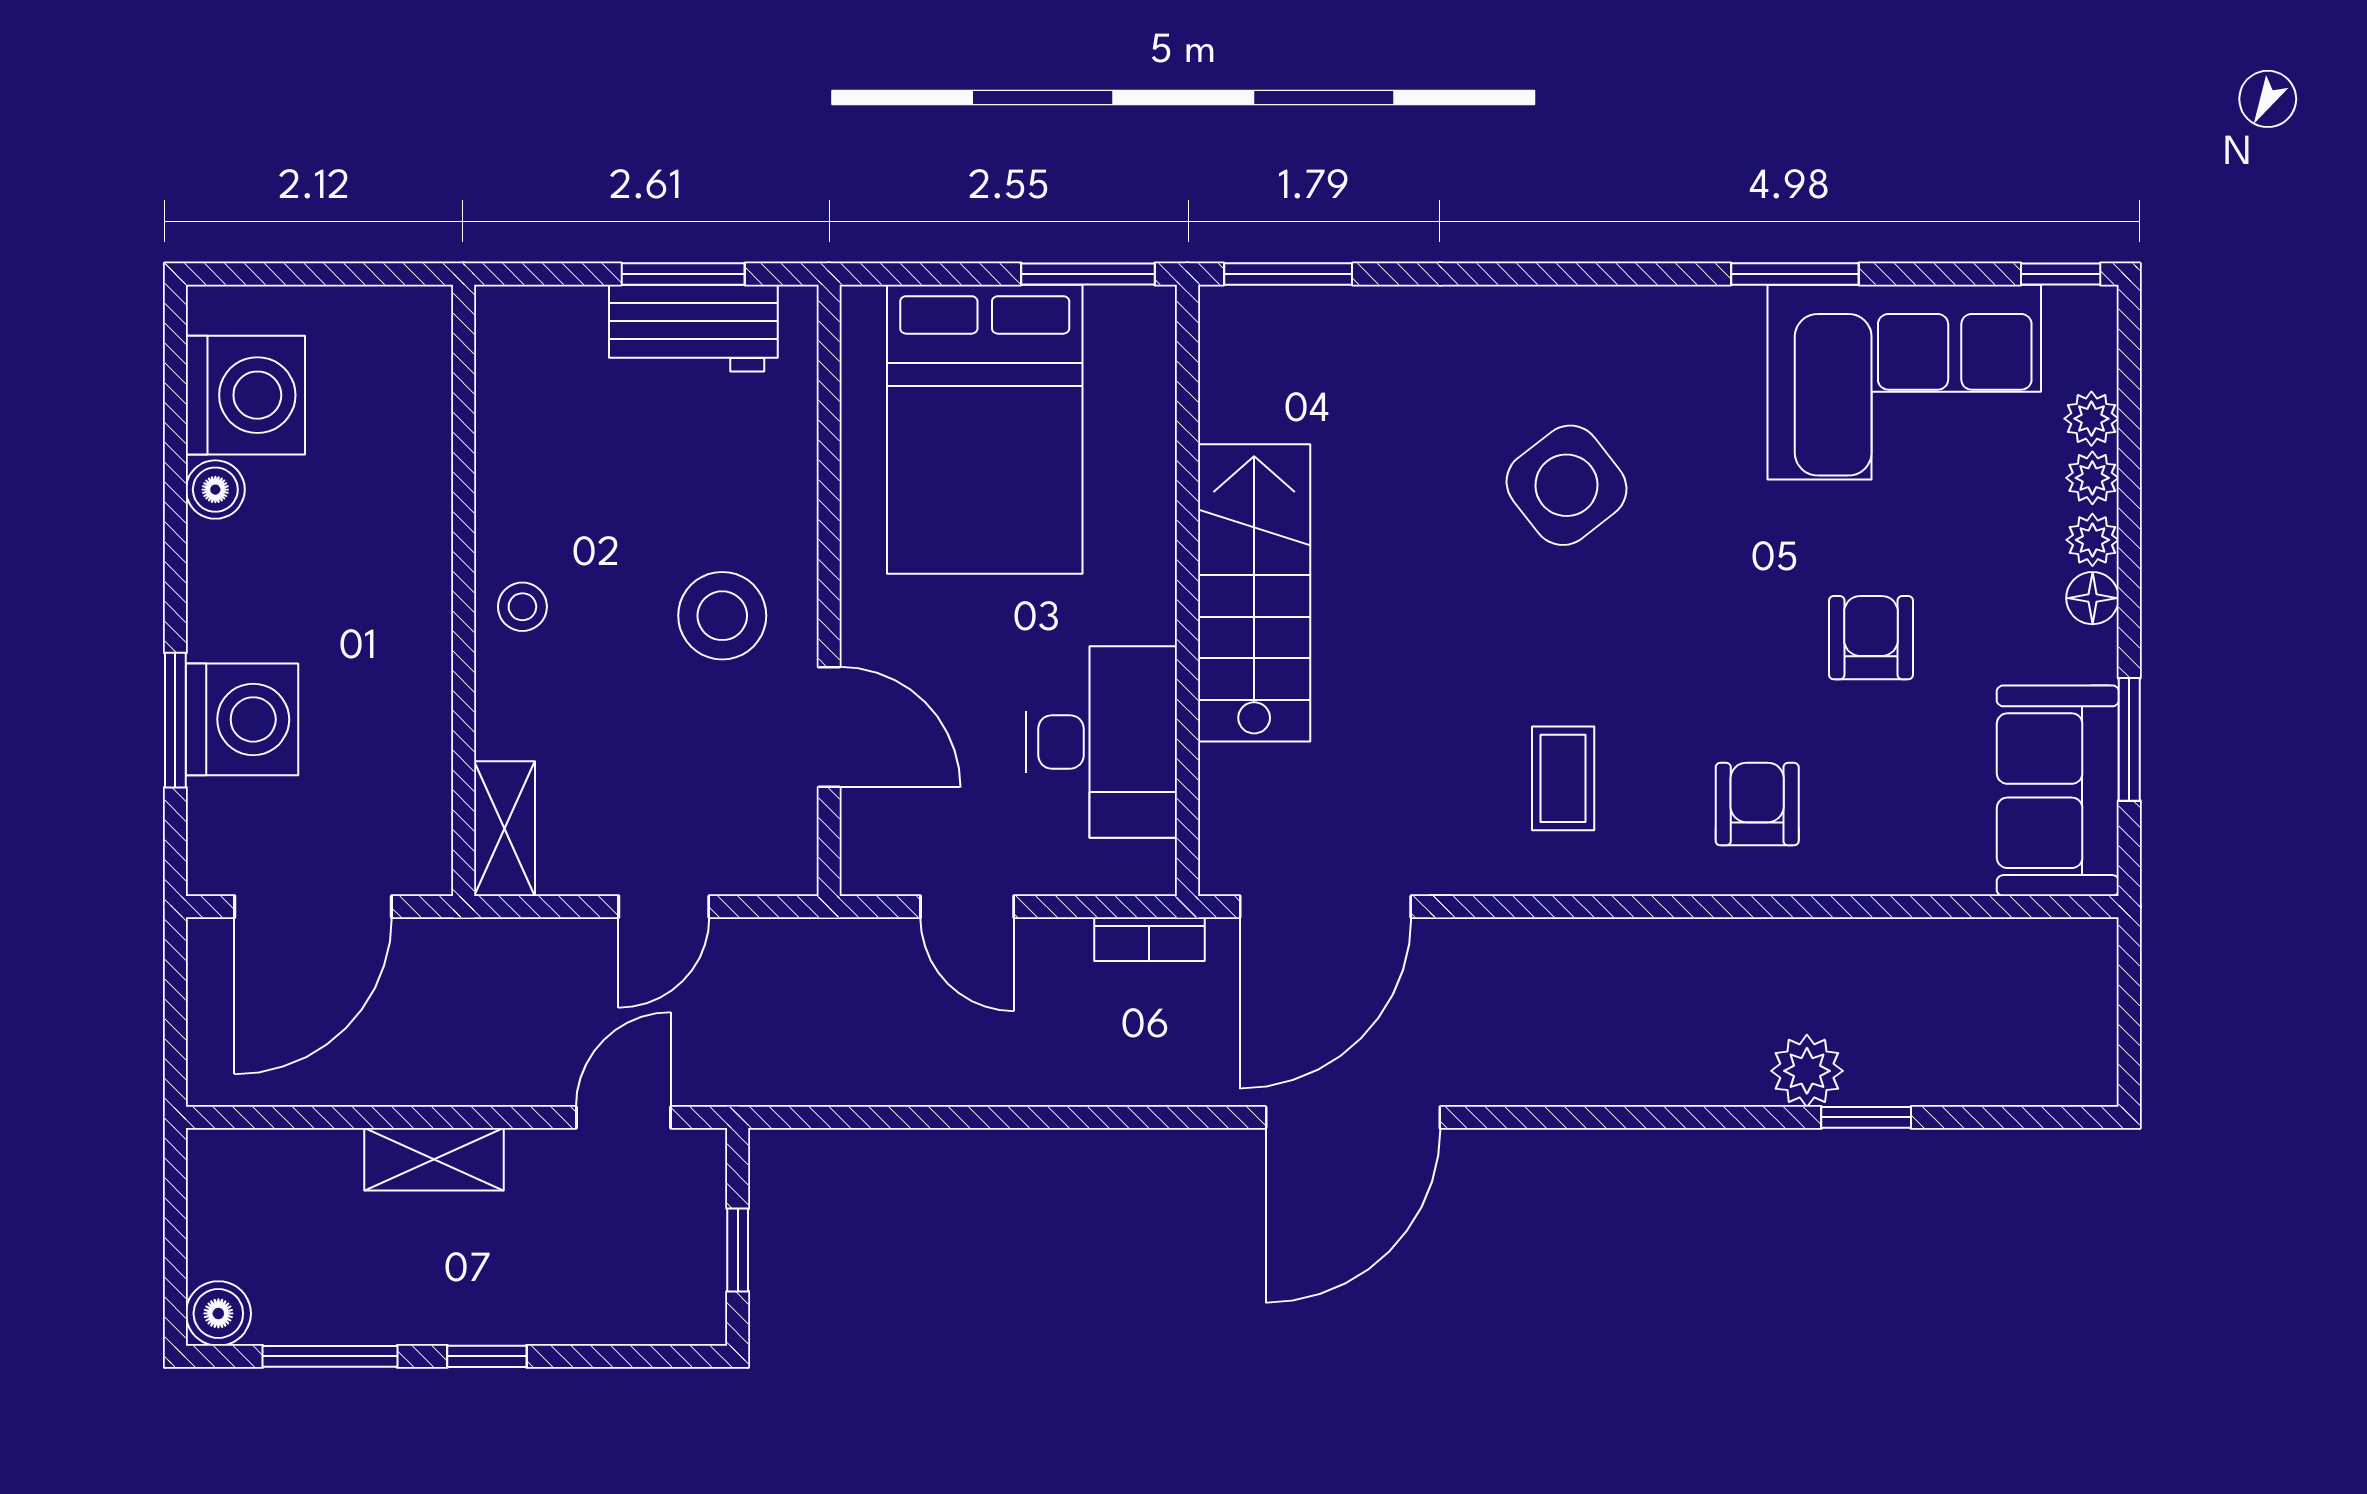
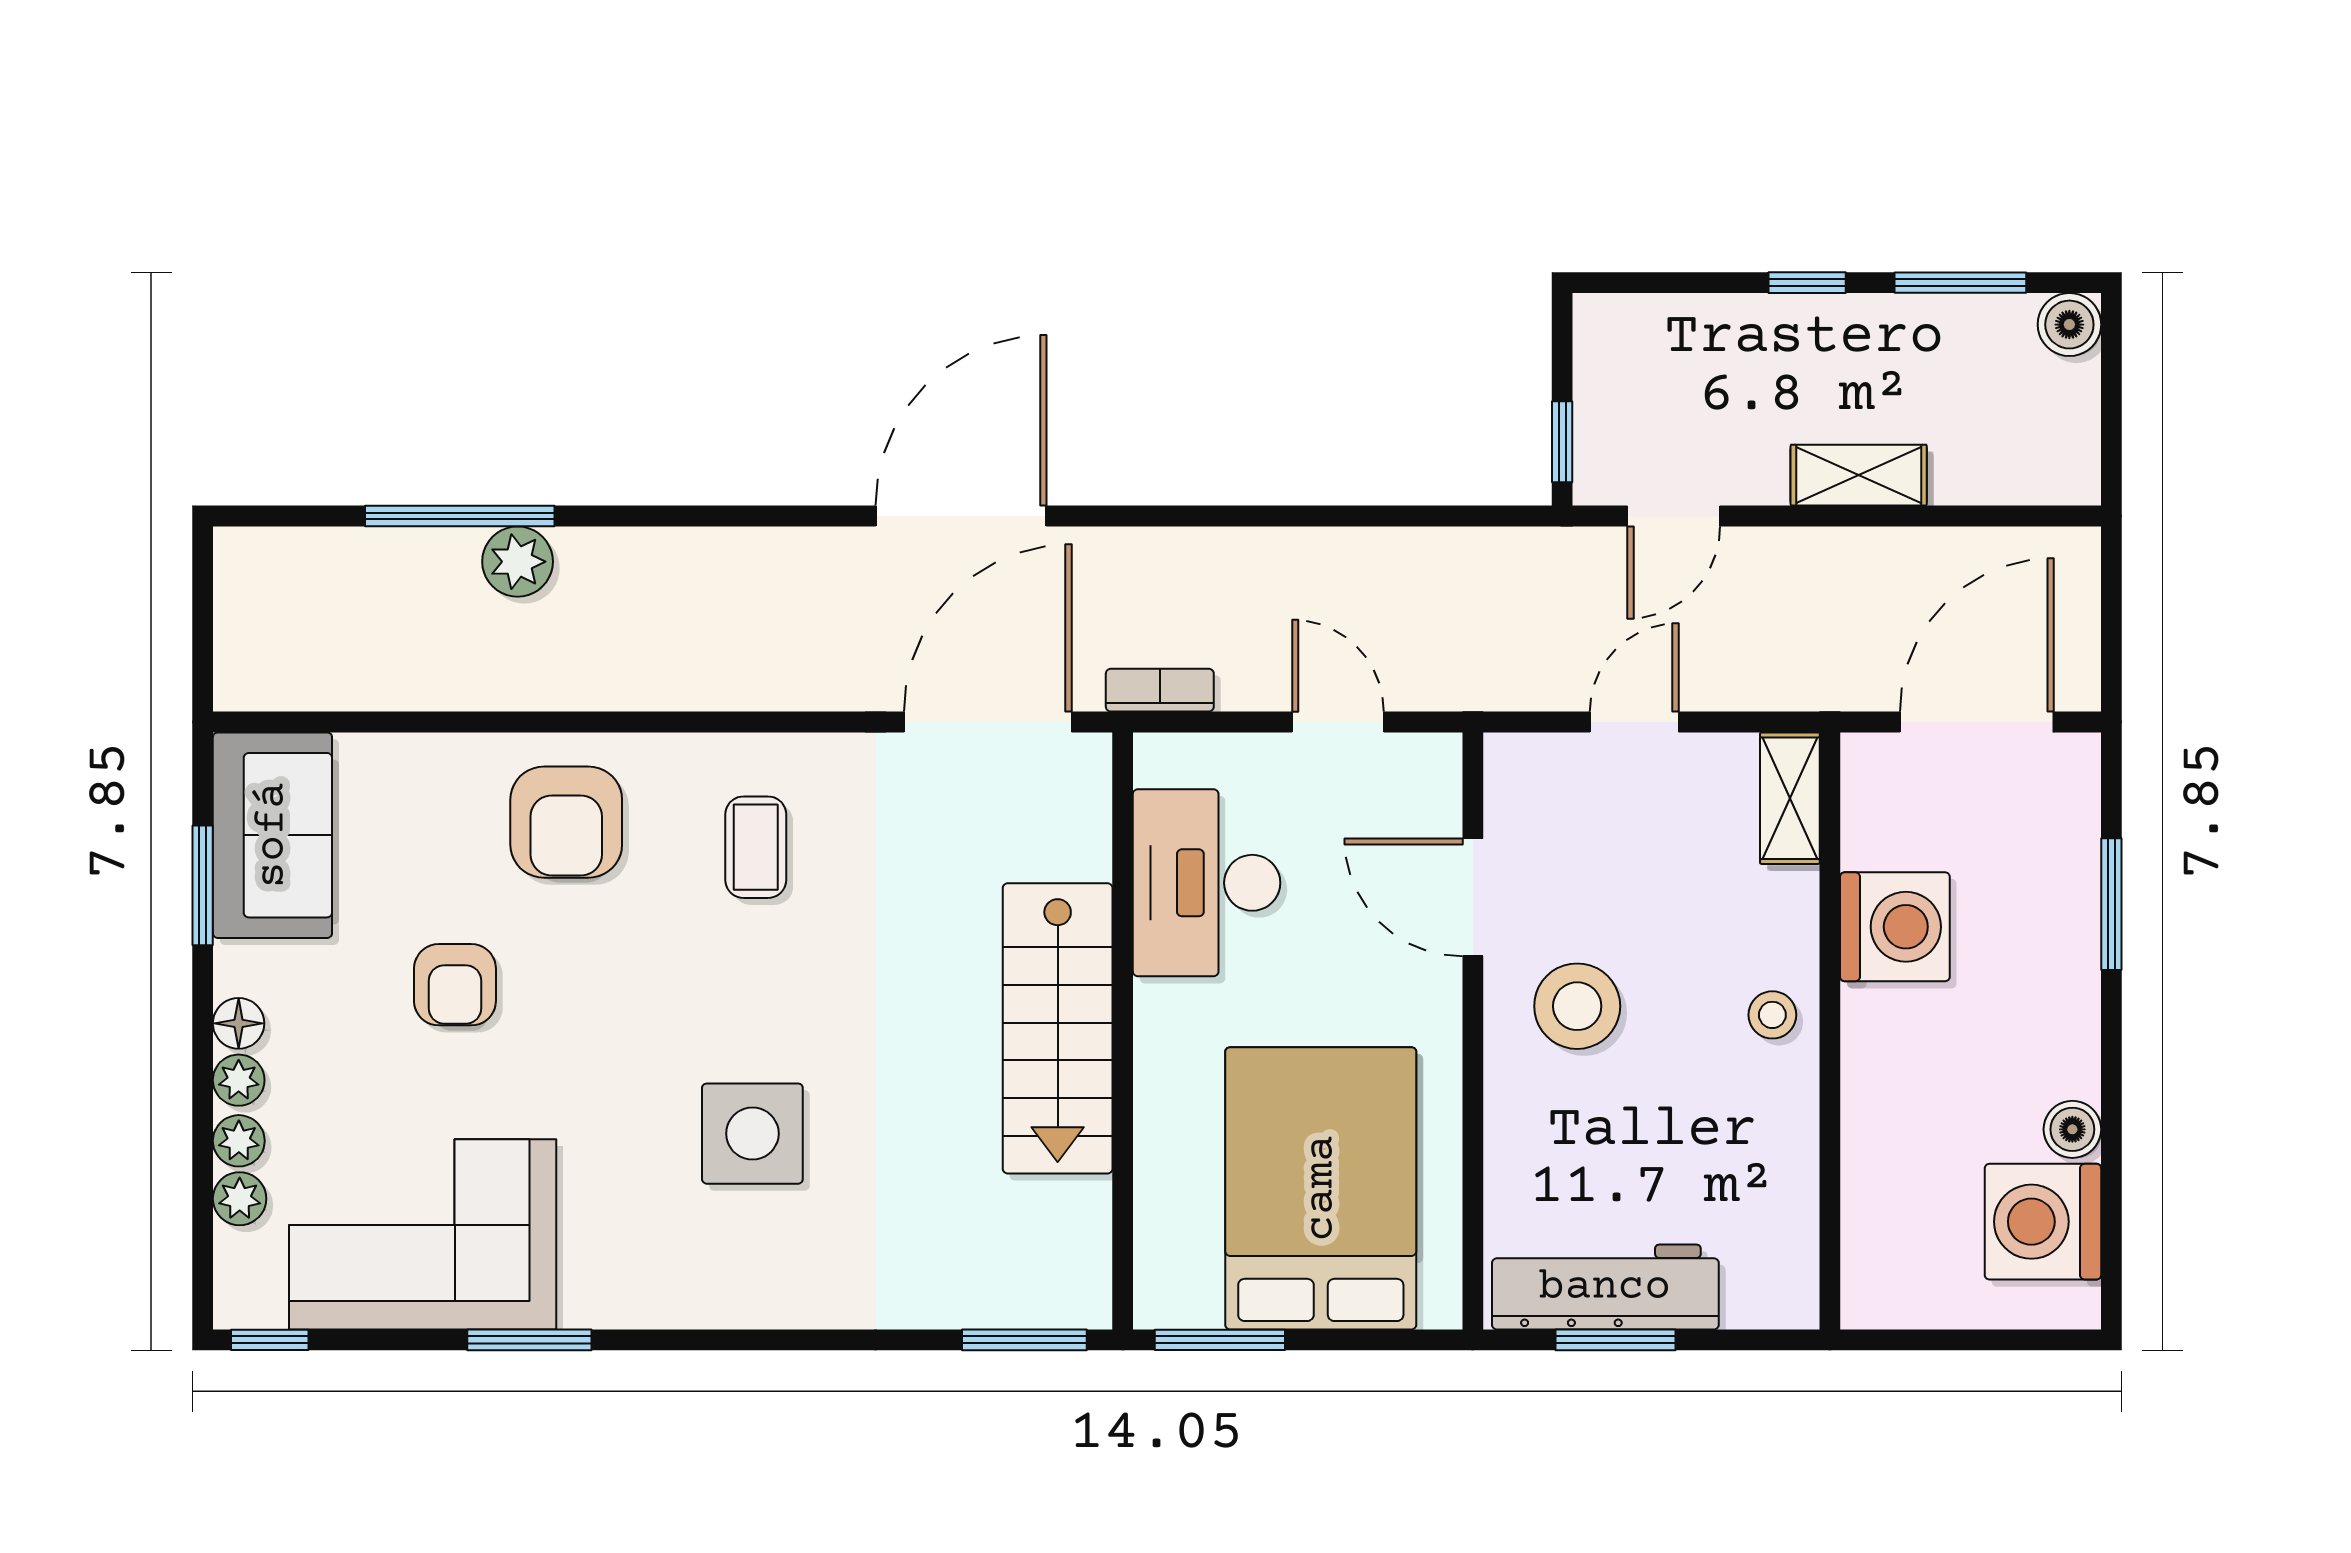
workbench: (693, 328) -> (1605, 1287), width x1.38
side table: (1566, 485) -> (752, 1134), turned 38
washing machine: (242, 719) -> (1895, 927), moved, turned 180
armchair: (1757, 804) -> (566, 822), width x1.38, depth x1.38
window: (1866, 1117) -> (460, 516), width x2.17
window: (738, 1250) -> (1562, 442), moved

